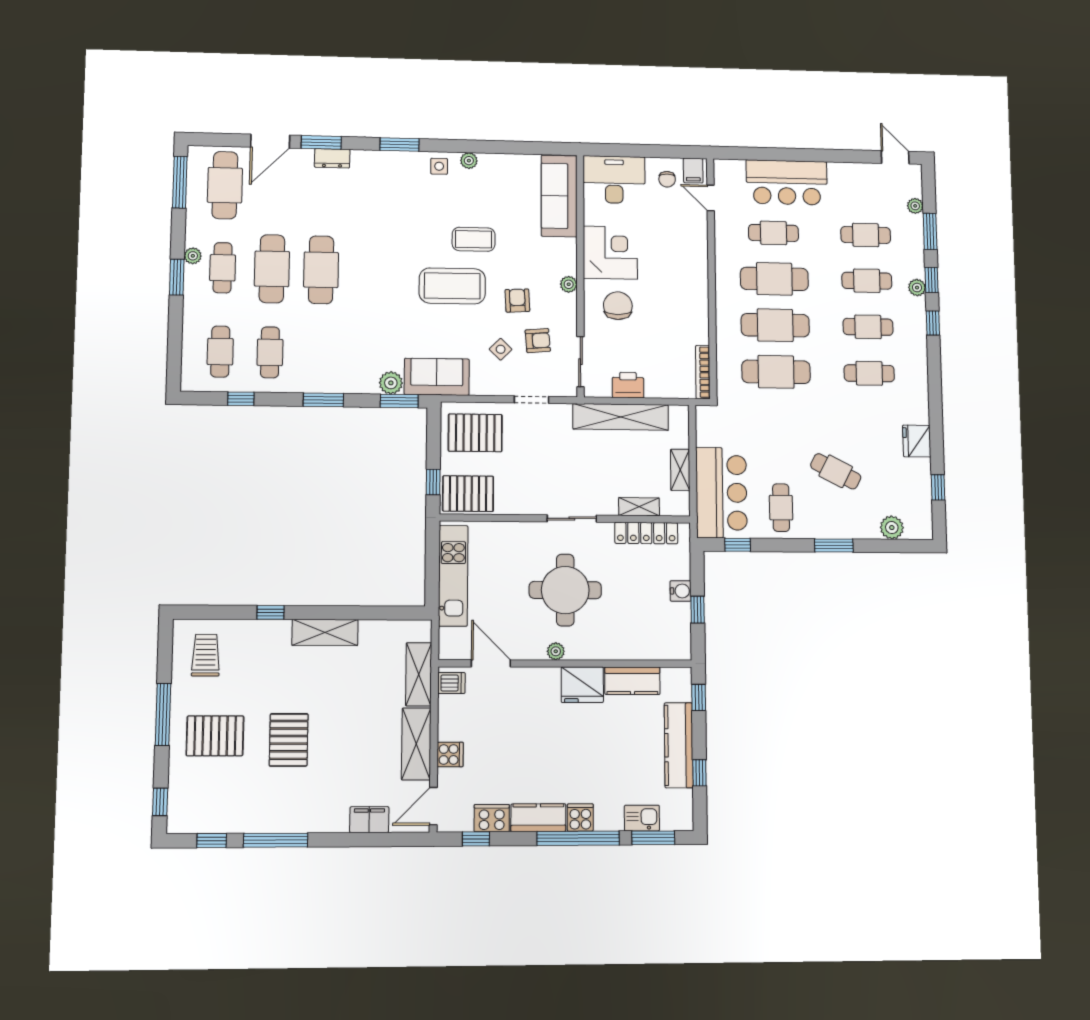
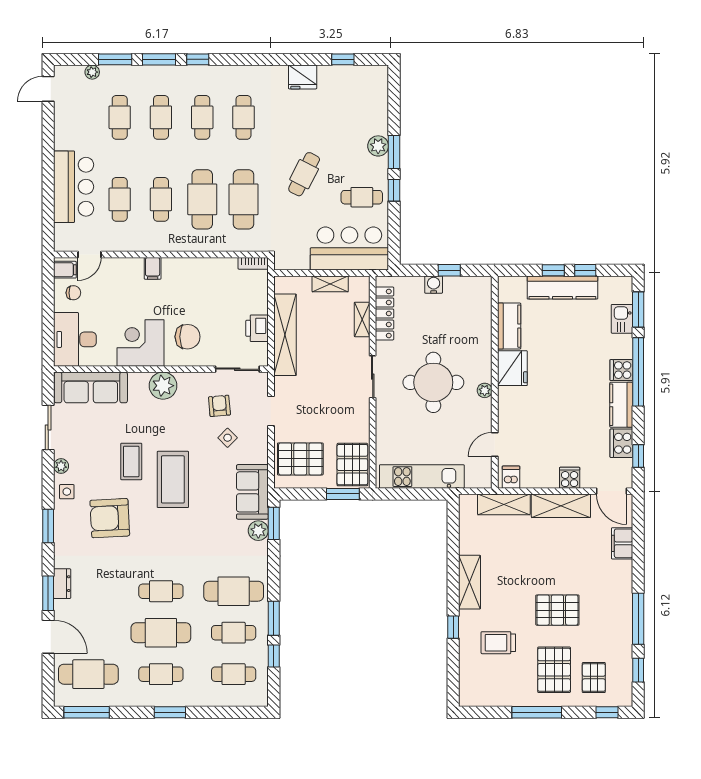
sliding door: (513, 147) -> (48, 428), added
plant: (193, 256) -> (151, 699), removed
filing cabinet: (696, 268) -> (153, 268), added
cafe table: (321, 270) -> (161, 591), width x0.73, depth x0.74
cafe table: (774, 279) -> (161, 199), width x0.73, depth x0.74
window: (932, 280) -> (159, 59), width x1.50
plant: (569, 284) -> (163, 386), width x1.87, depth x1.87
plant: (917, 288) -> (166, 73), removed
armchair: (517, 301) -> (110, 518), moved, width x1.88, depth x1.88
chair: (618, 306) -> (188, 337), turned 180
cafe table: (319, 353) -> (234, 591), added
bookcase: (703, 372) -> (253, 263), width x0.64
window: (323, 400) -> (274, 618), moved
pallet: (475, 433) -> (300, 459), turned 90
cafe table: (836, 471) -> (304, 174), moved
window: (433, 482) -> (343, 494), width x1.50
plant: (892, 528) -> (378, 146), moved
window: (738, 545) -> (394, 190), moved
trolley: (206, 655) -> (498, 643), moved
door: (491, 663) -> (495, 444), width x0.73
window: (699, 697) -> (553, 270), moved
pallet: (204, 785) -> (594, 678), added

